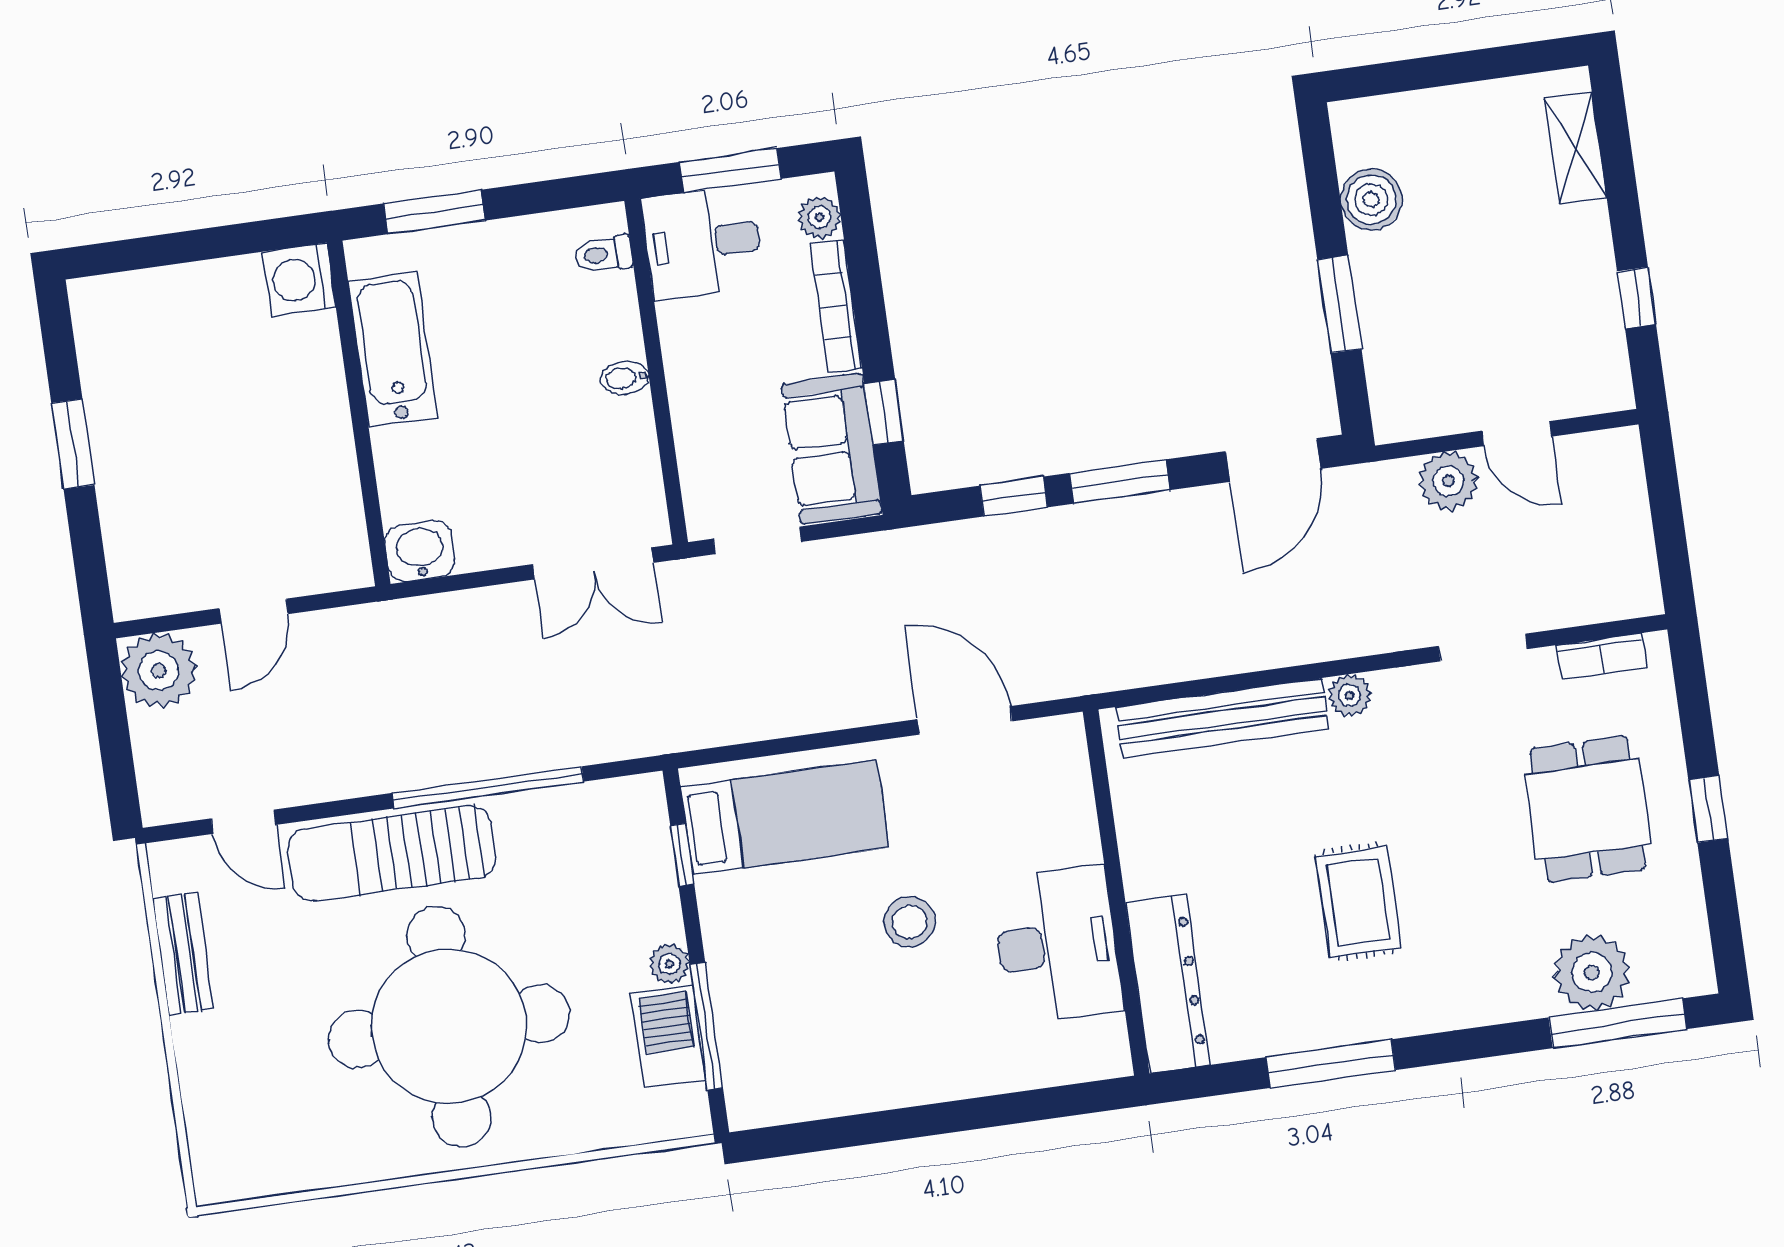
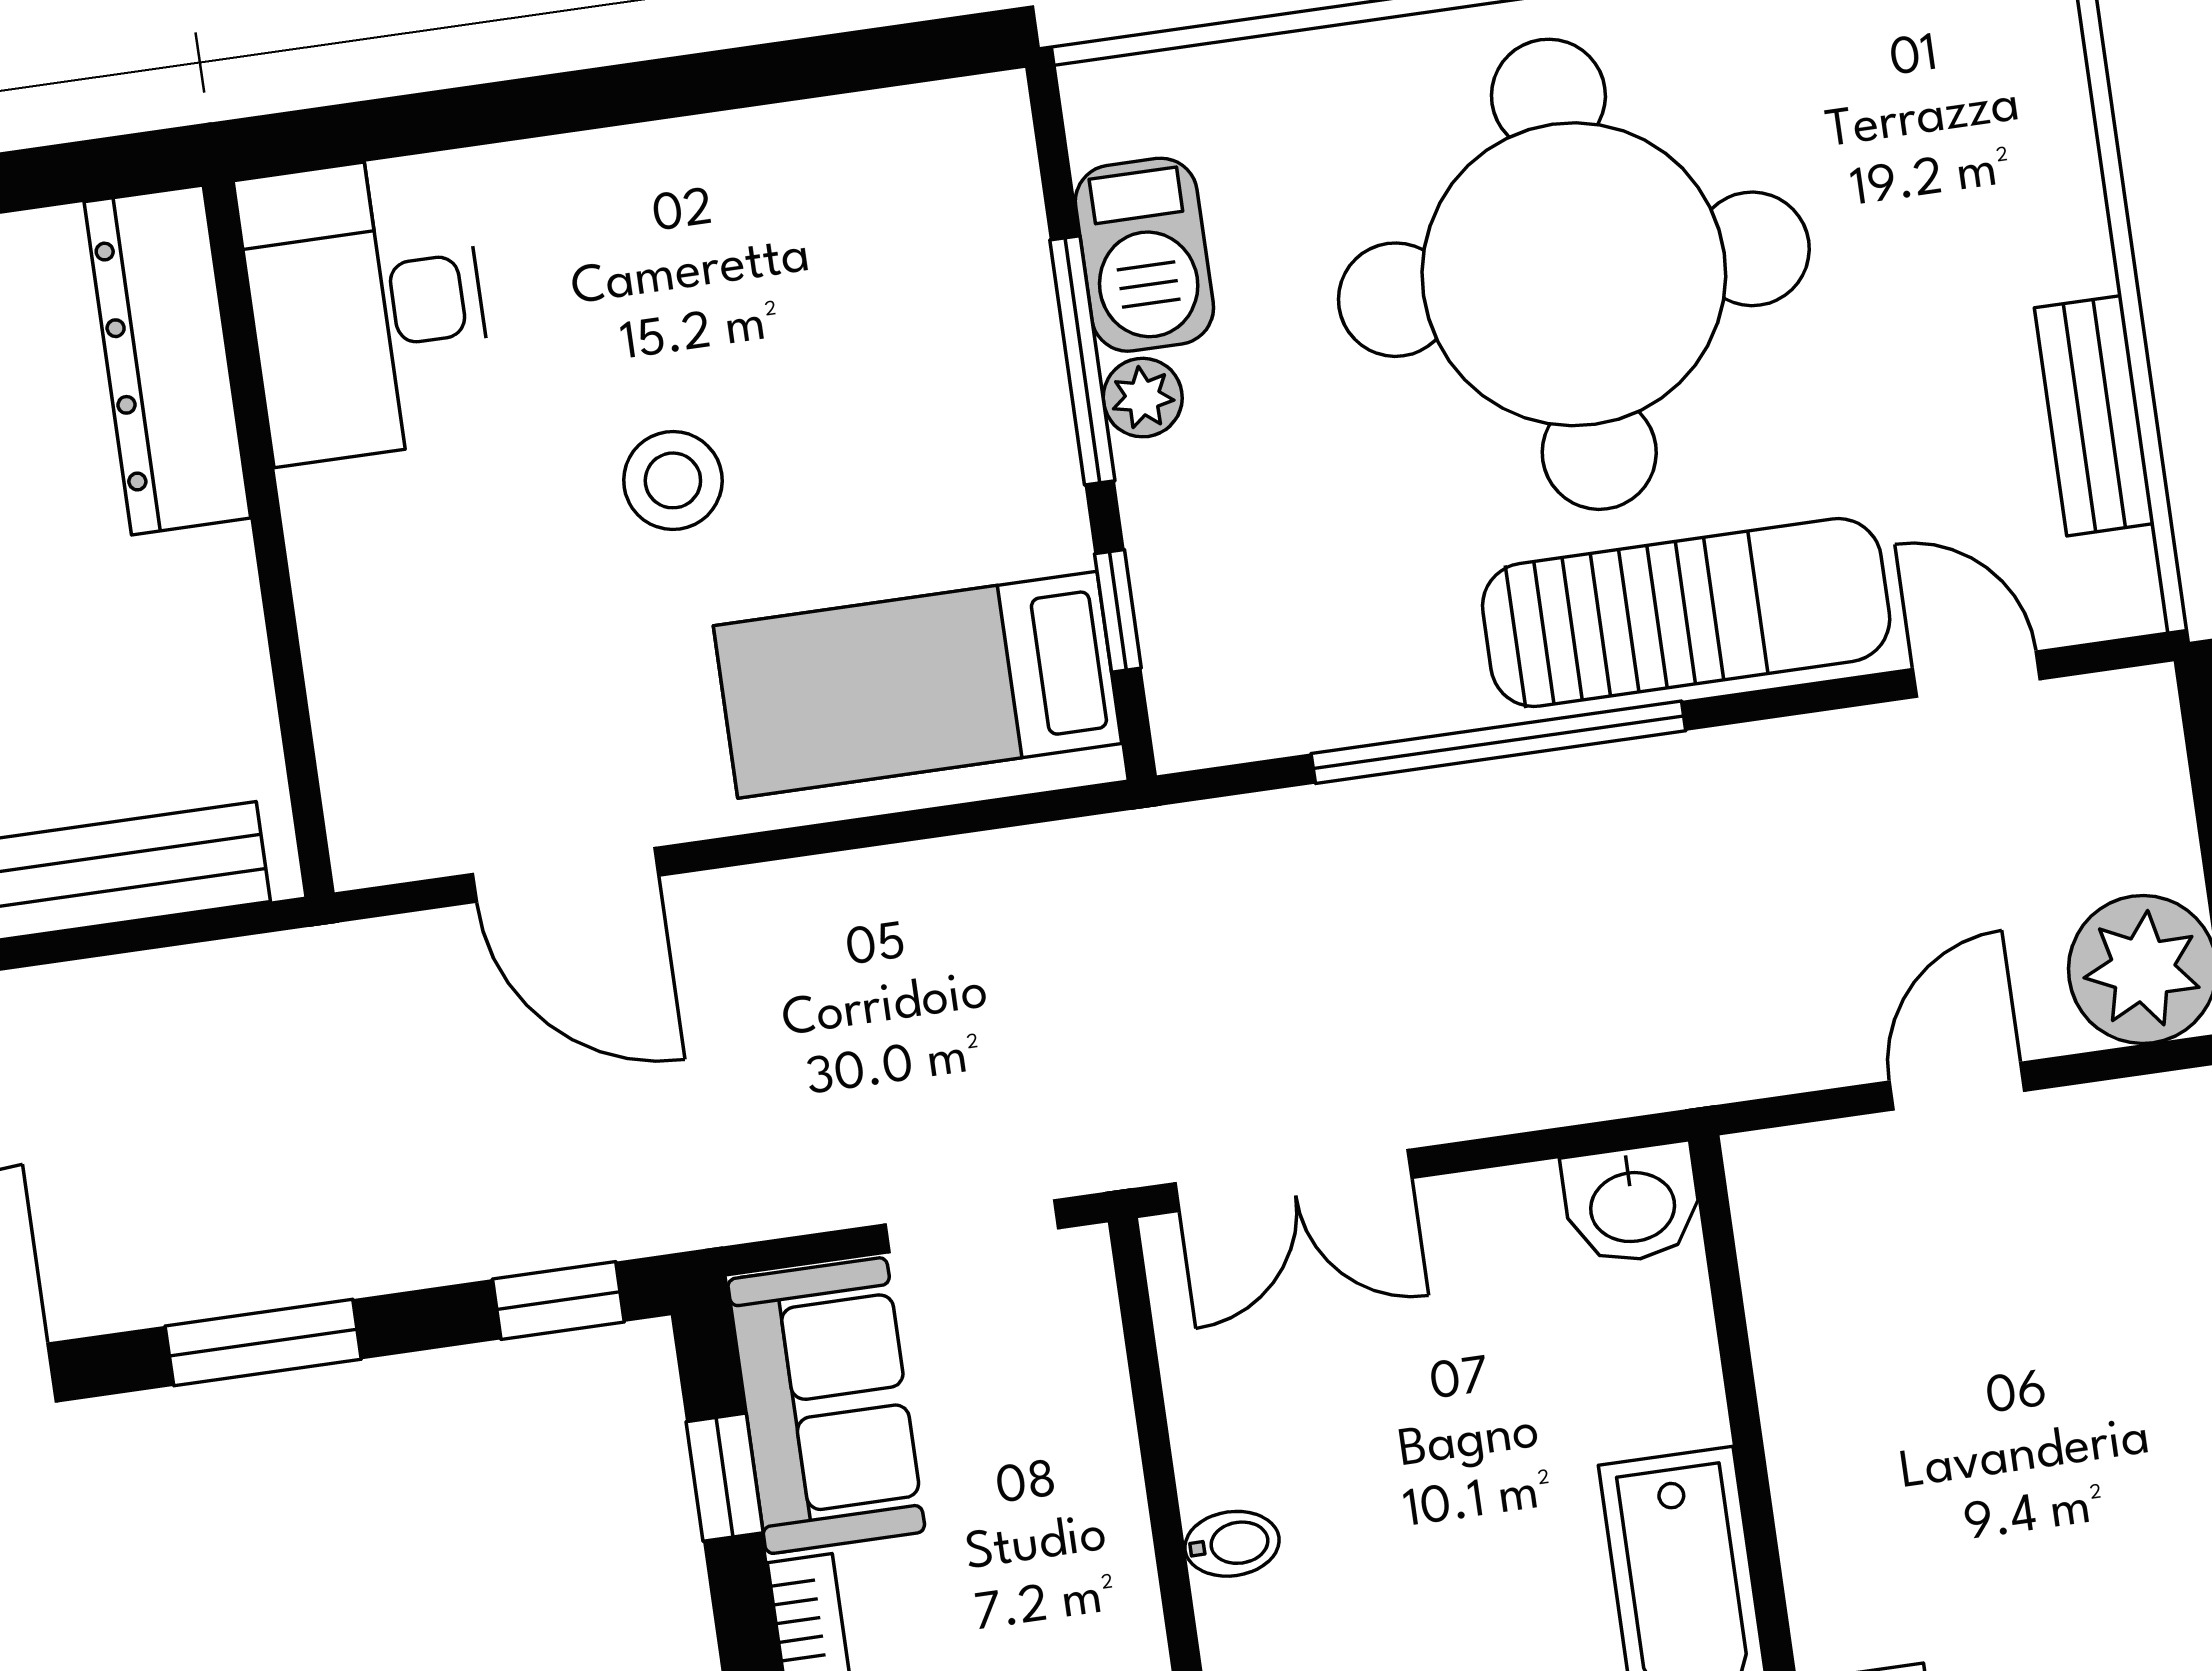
window: (1014, 496) -> (558, 1300), moved
double door: (593, 563) -> (1293, 1181), swing flipped
desk: (1057, 945) -> (367, 308), moved
window: (706, 1026) -> (1082, 360), moved

